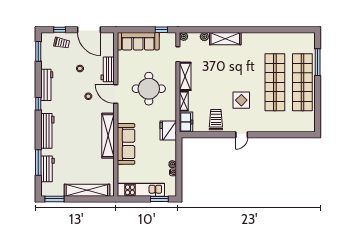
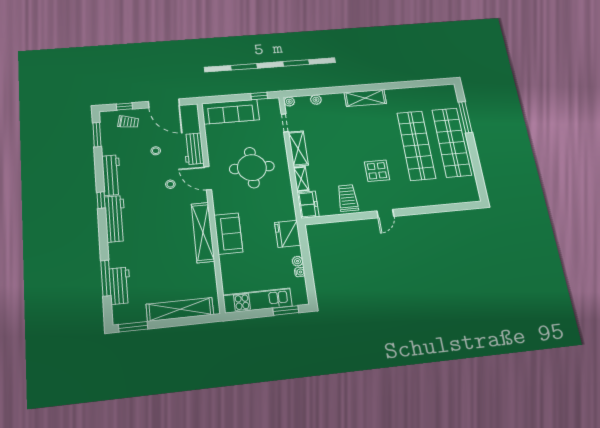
shelving: (225, 39) -> (365, 98), moved
fridge: (168, 130) -> (288, 234), moved
workbench: (47, 131) -> (115, 219), moved
sofa: (126, 144) -> (228, 234), width x0.73

